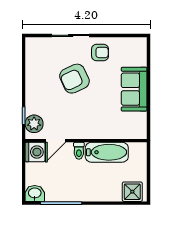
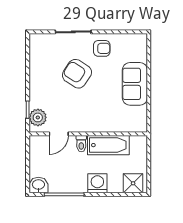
armchair: (74, 79) -> (77, 74), turned 58
washing machine: (35, 152) -> (97, 183), moved, turned -90

